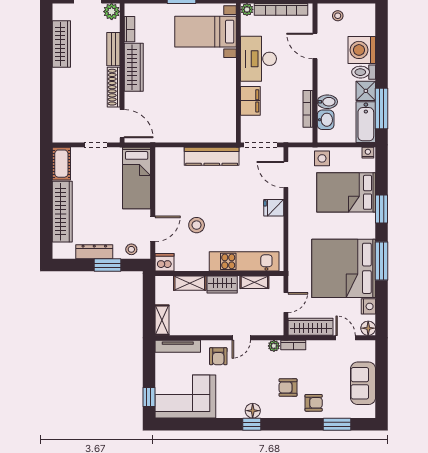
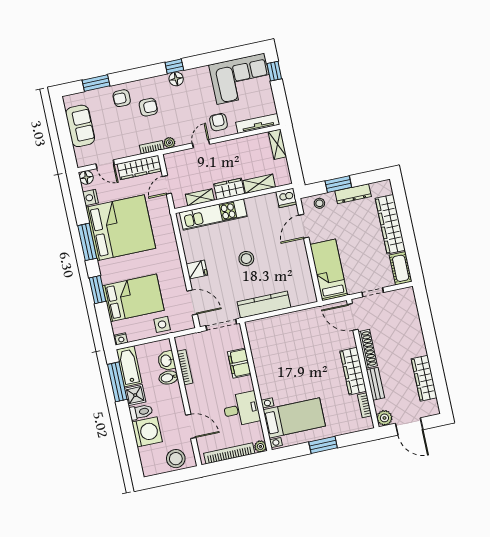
stool: (338, 16) -> (176, 459), width x1.89, depth x1.89
desk: (259, 59) -> (241, 409), width x0.73
stool: (197, 225) -> (246, 259), moved

